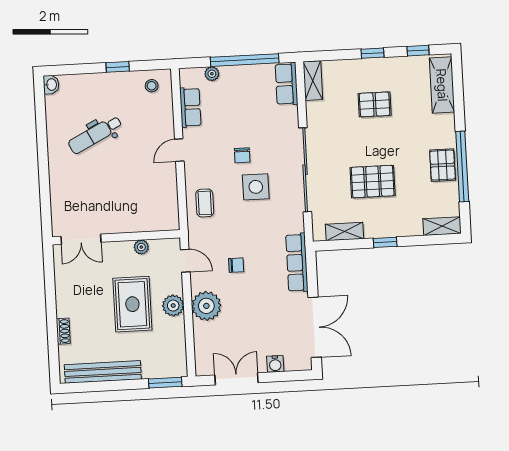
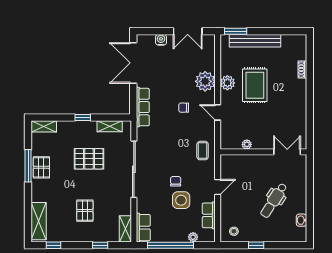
window: (372, 53) -> (100, 245), moved
washbasin: (51, 85) -> (301, 220), moved
pallet: (375, 104) -> (85, 211), turned 90
dental chair: (95, 135) -> (274, 200), turned 150
window: (462, 166) -> (28, 166), width x0.68
side table: (256, 187) -> (181, 200), moved
wall: (116, 237) -> (263, 152), moved
double door: (81, 239) -> (287, 152), moved
plant: (141, 247) -> (247, 144), moved
bench: (103, 372) -> (255, 41), moved

